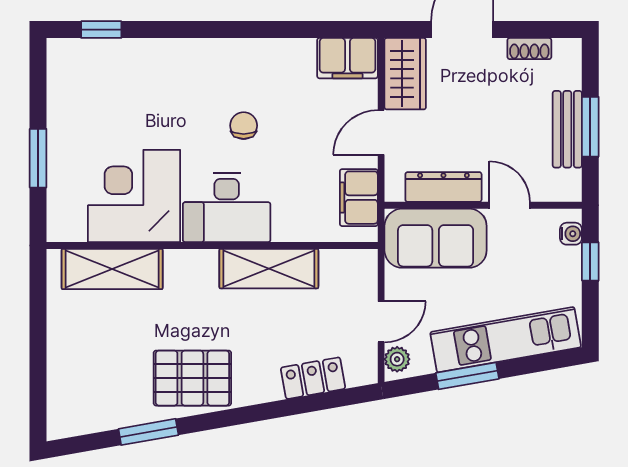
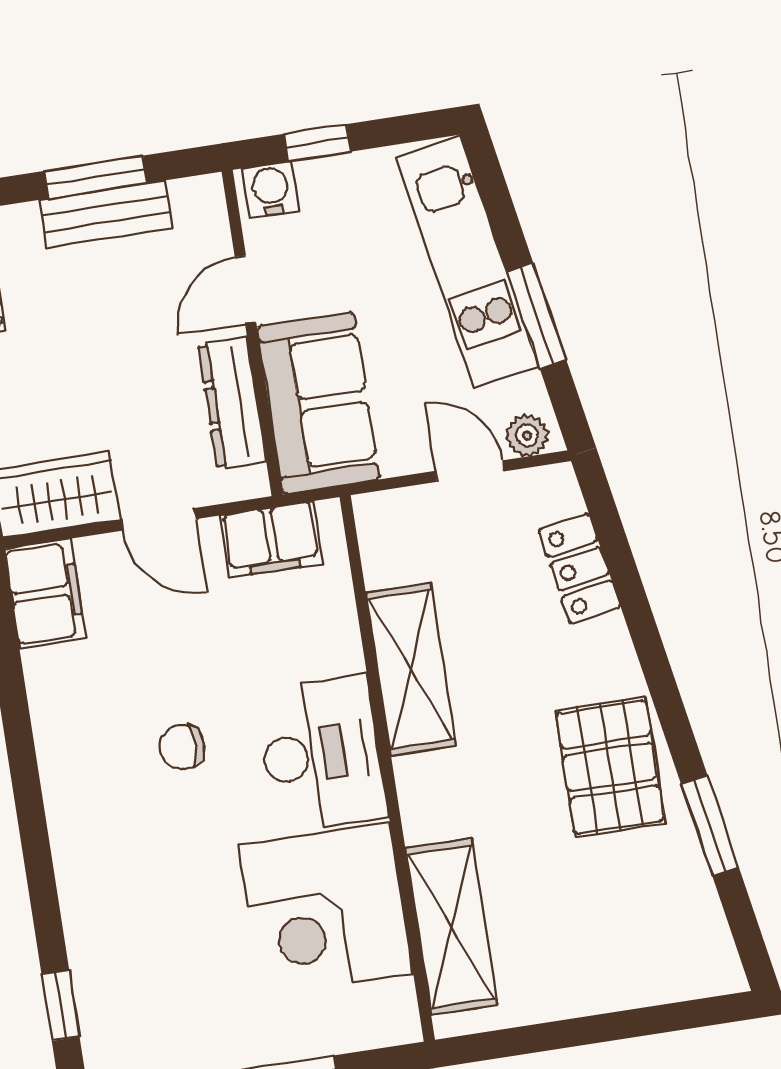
water cooler: (571, 234) -> (271, 190), width x1.38, depth x1.38

